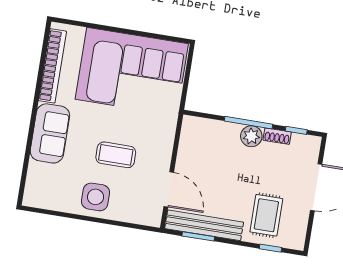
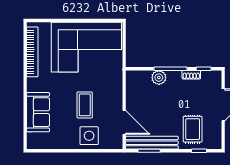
sofa: (50, 133) -> (38, 112), moved
plant: (251, 136) -> (159, 78), moved
coffee table: (116, 155) -> (85, 105), turned 90
side table: (96, 197) -> (89, 136), moved

